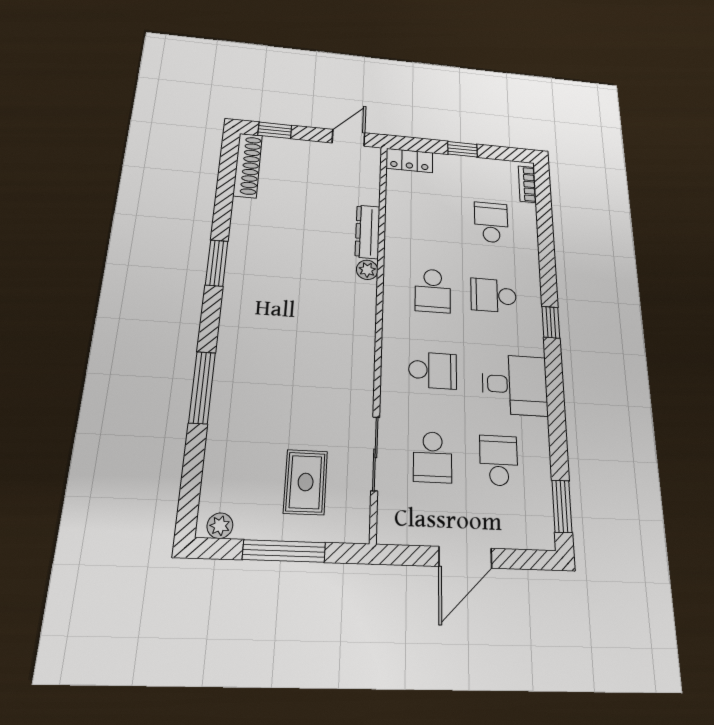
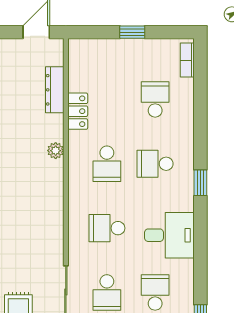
locker: (409, 160) -> (78, 111), moved, turned -90
dresser: (368, 232) -> (55, 90), moved
school desk: (433, 370) -> (107, 228), turned 180

